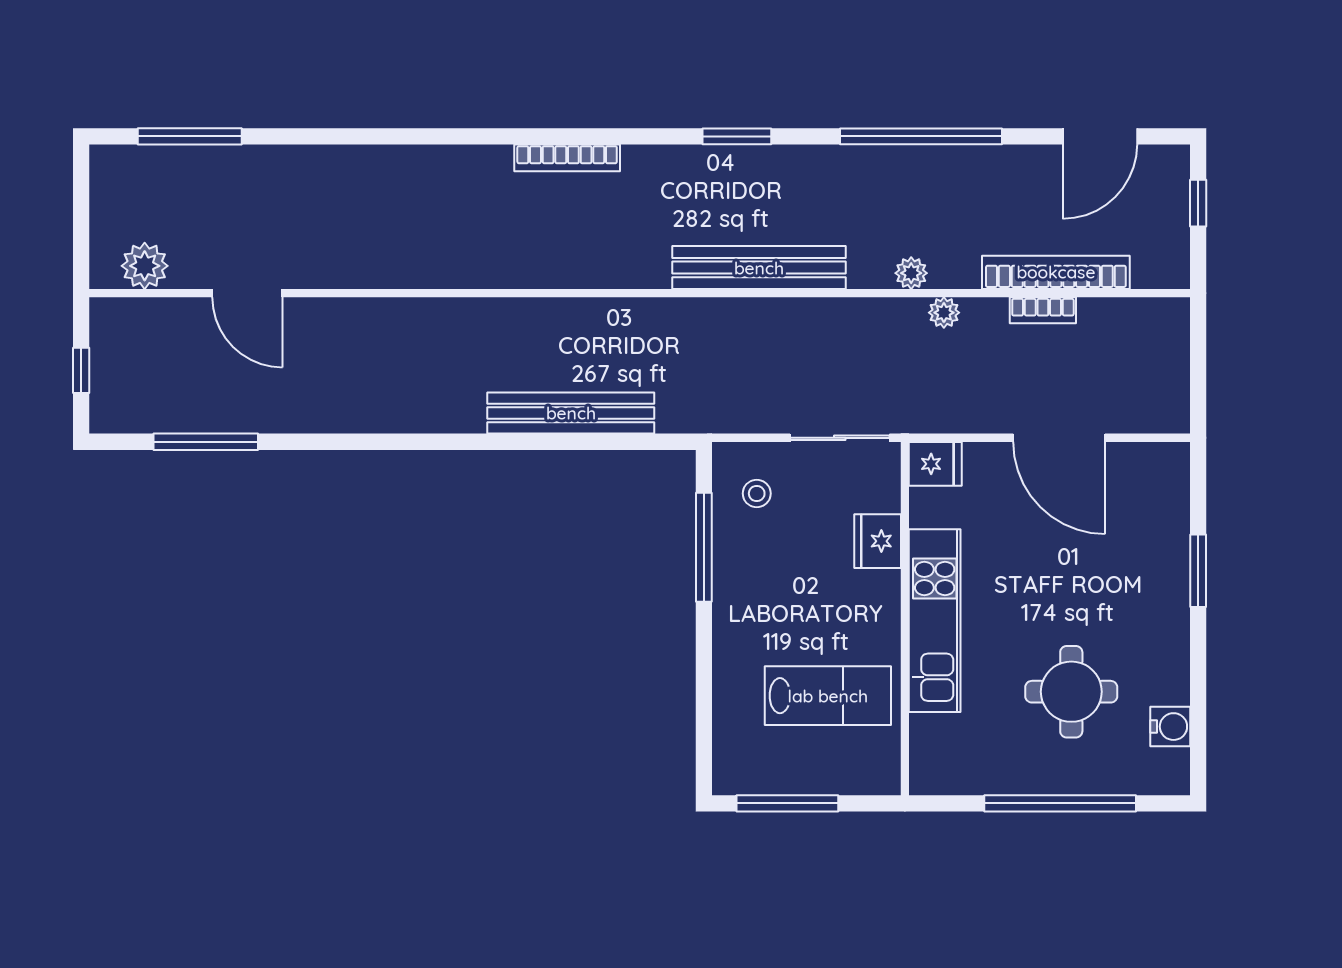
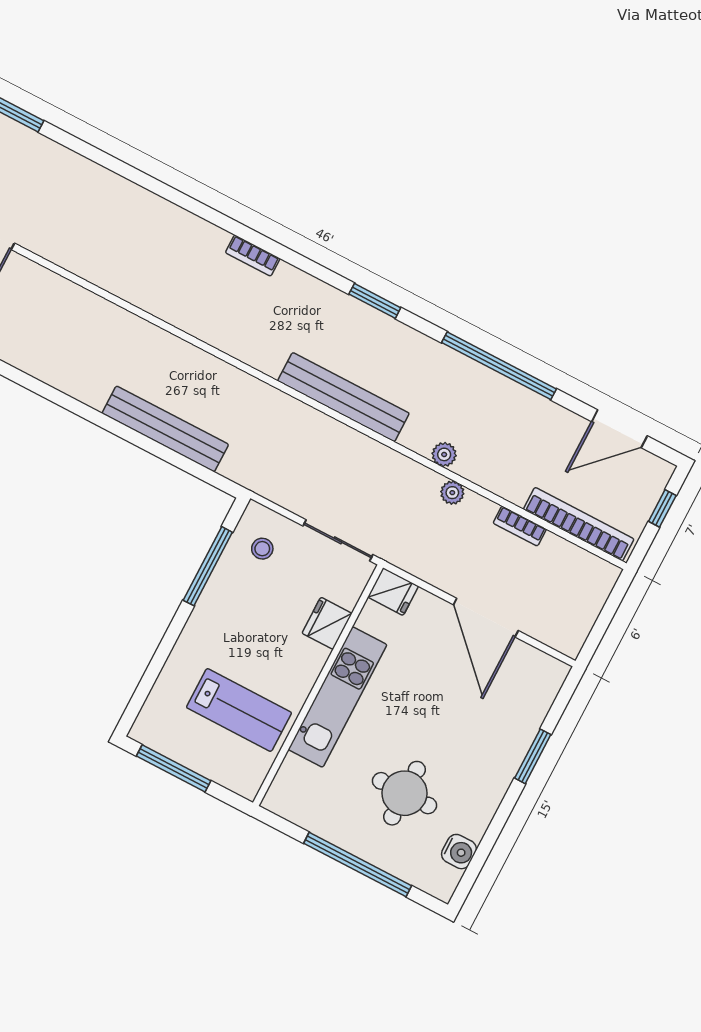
bookcase: (567, 158) -> (253, 256), width x0.64
bookcase: (1056, 272) -> (579, 524), moved

